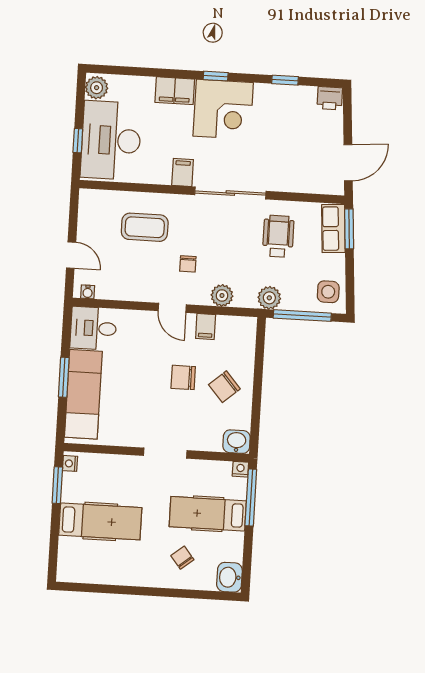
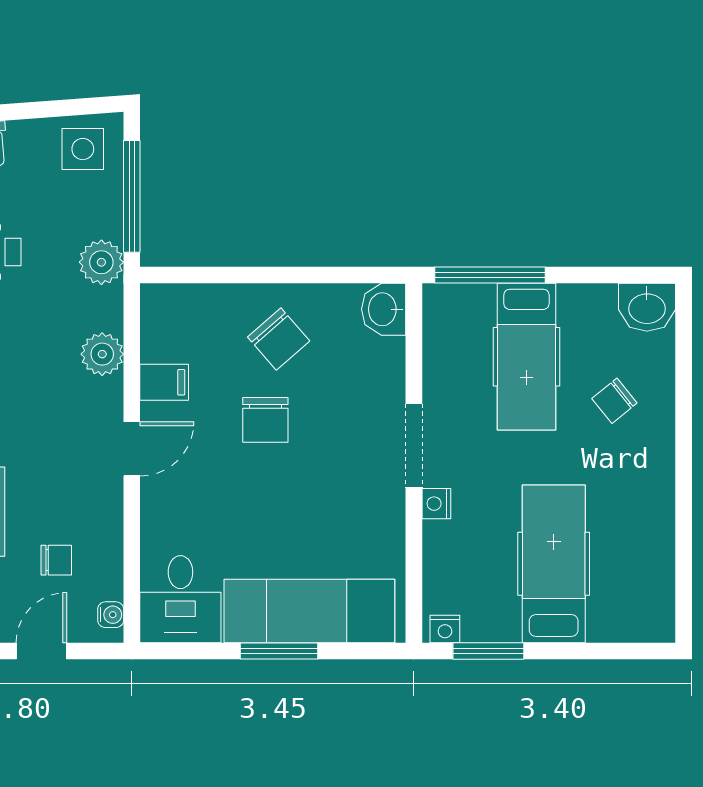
chair: (188, 264) -> (56, 560), moved
nightstand: (240, 469) -> (436, 504), moved

